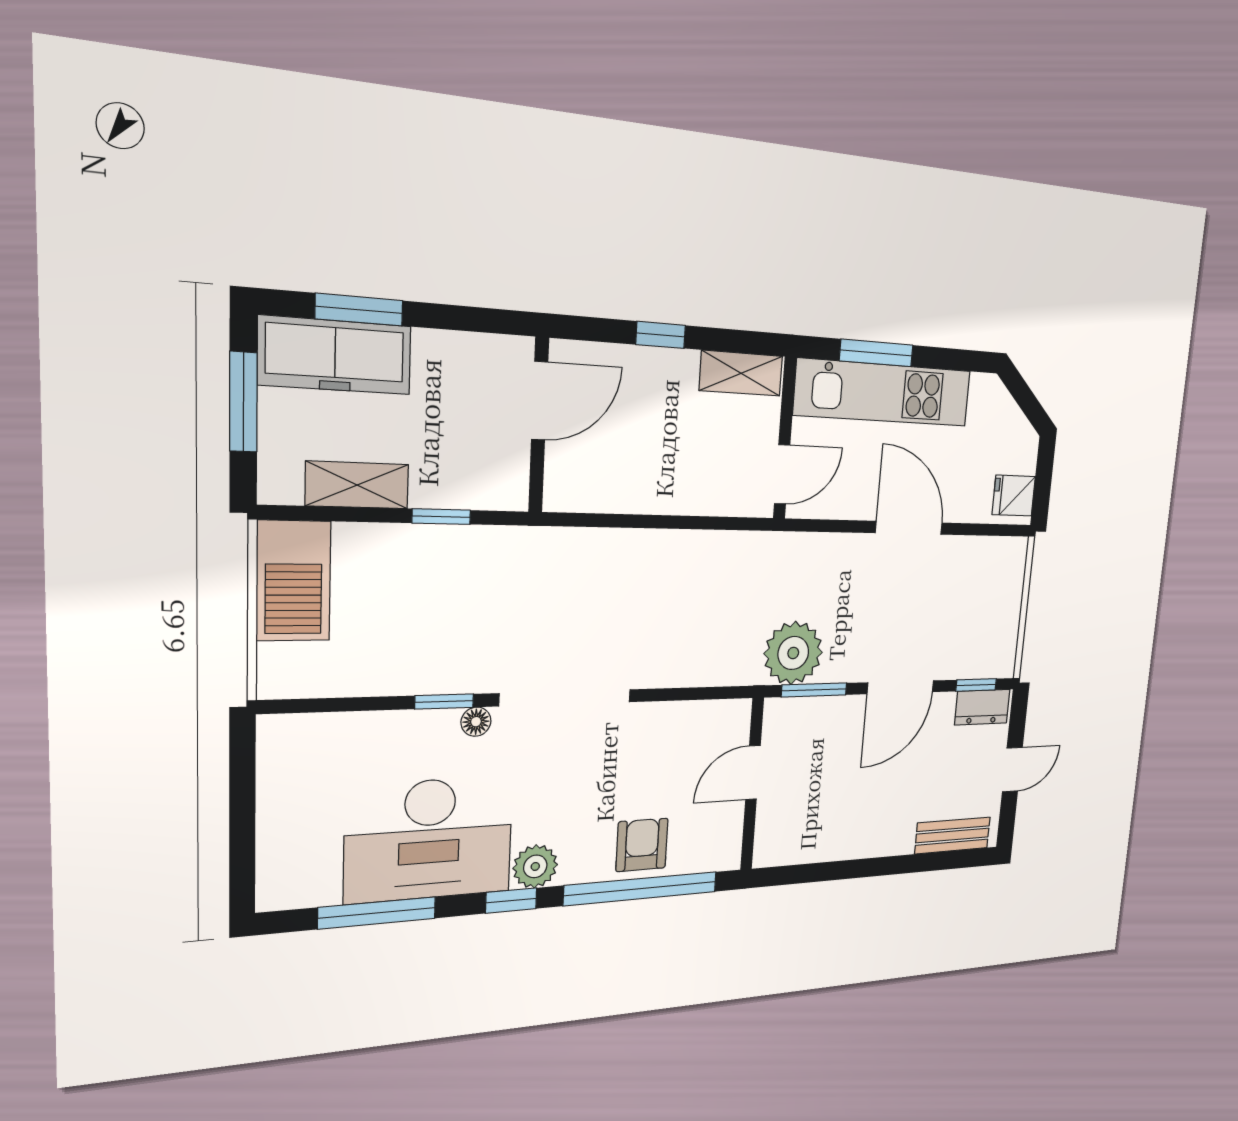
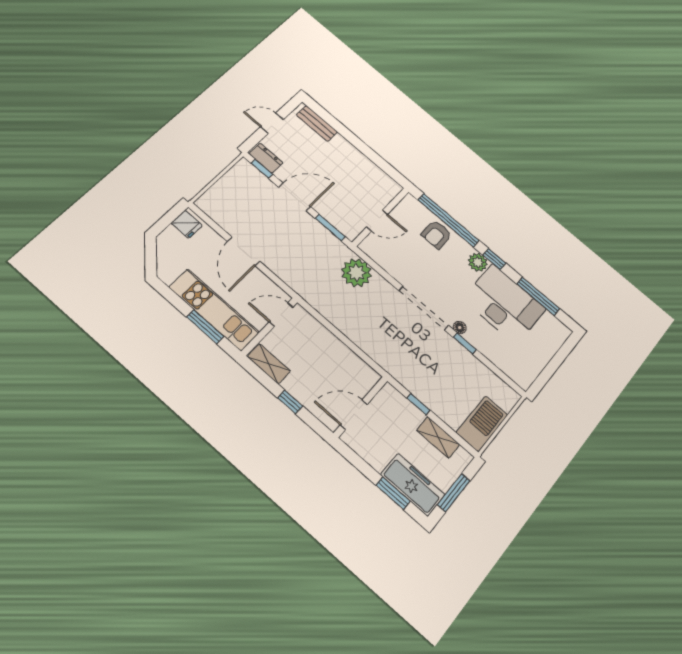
plant: (793, 653) -> (357, 273), moved

